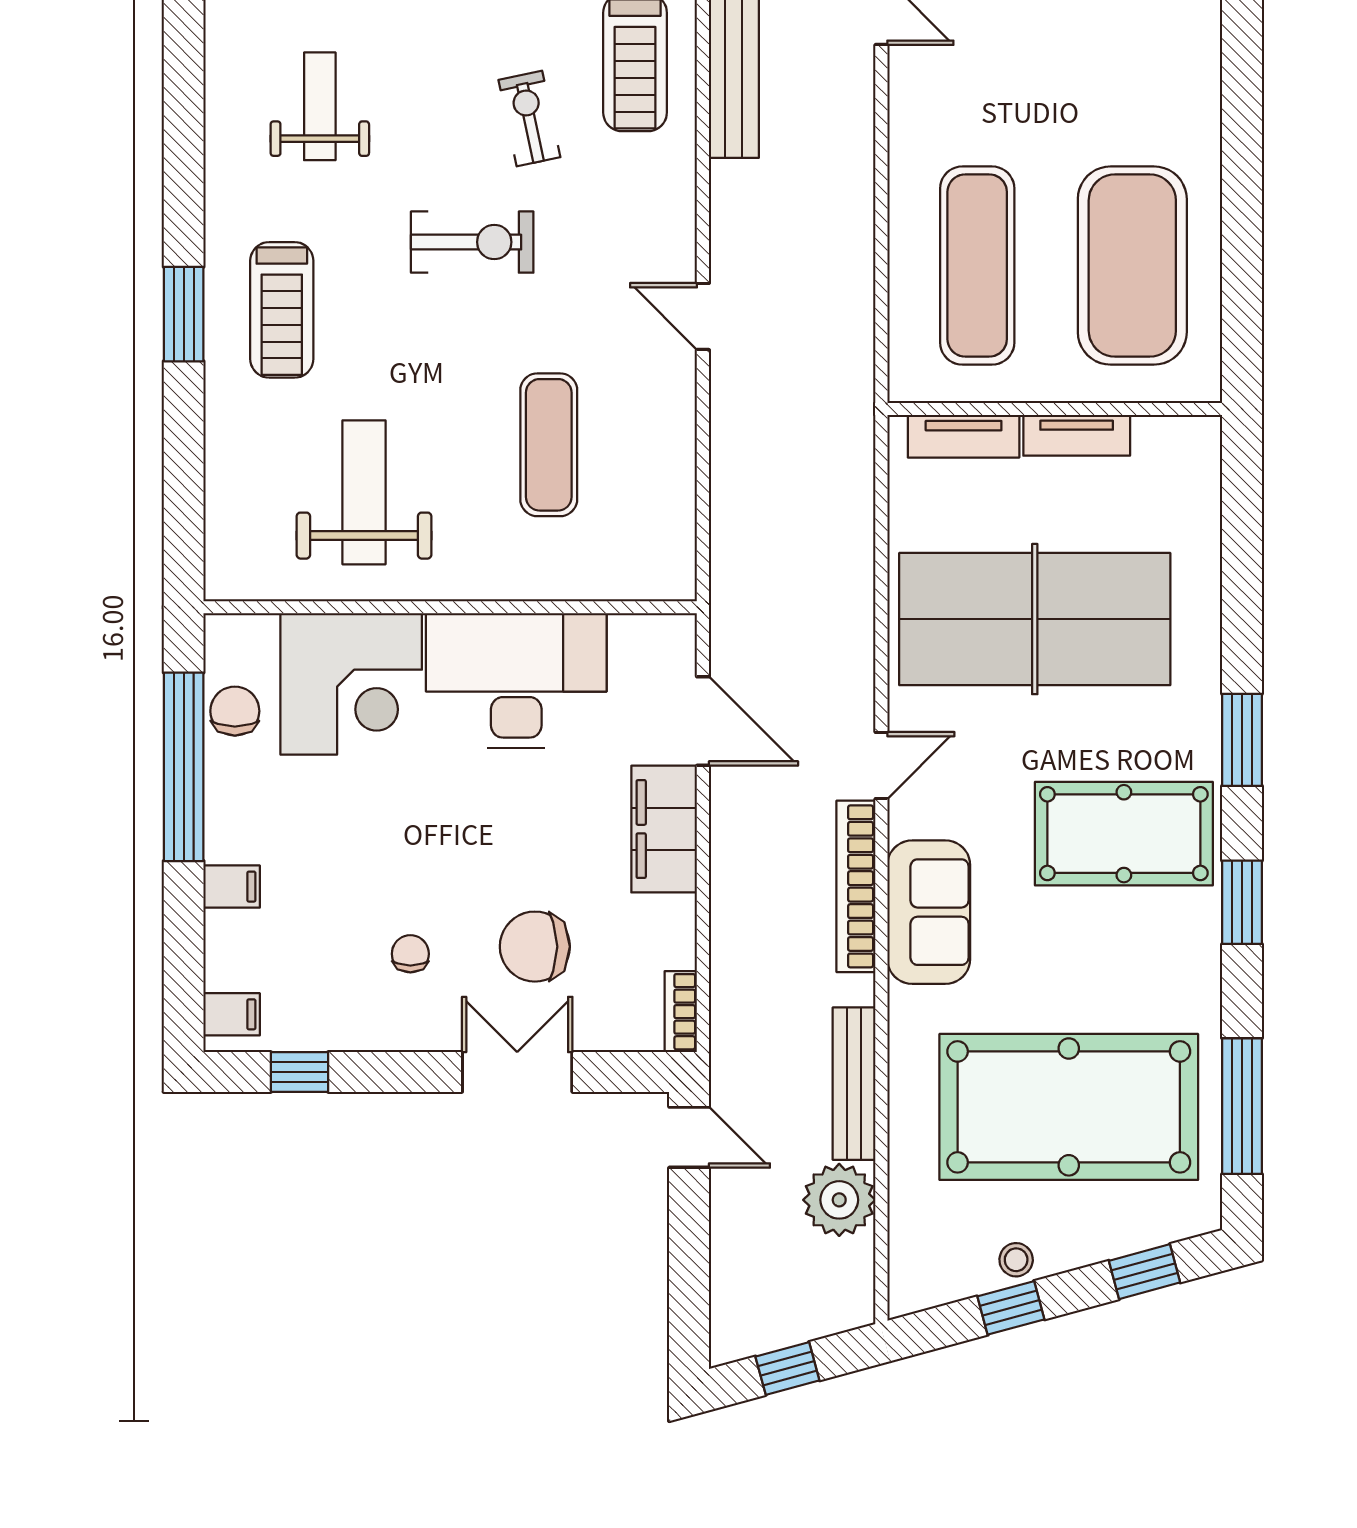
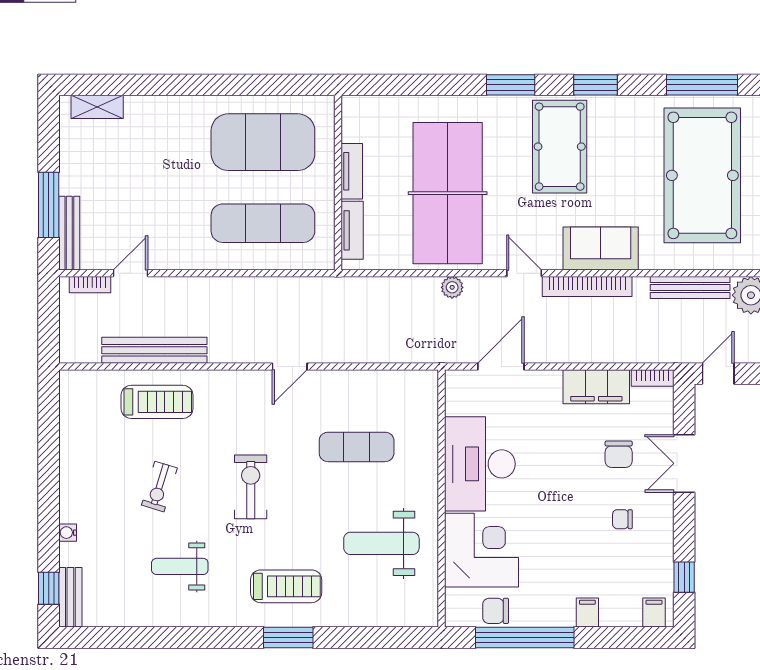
exercise bike: (529, 119) -> (159, 487), moved, turned -61
plant: (854, 628) -> (452, 287), added
filing cabinet: (664, 829) -> (596, 387), moved
chair: (535, 947) -> (619, 454), width x0.73, depth x0.73

